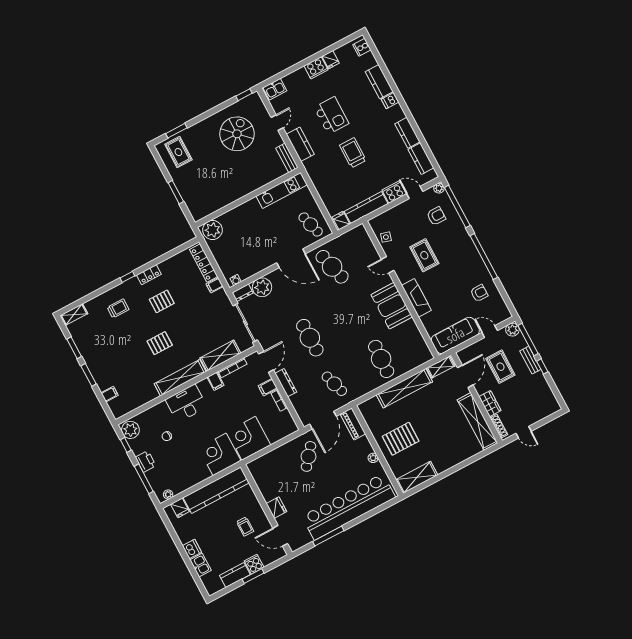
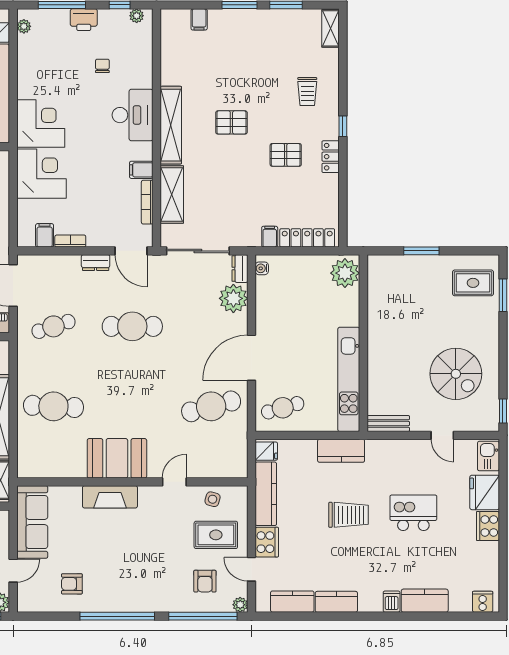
fridge: (331, 60) -> (485, 492), moved, width x1.88, depth x1.34
kitchen island: (331, 115) -> (413, 513), turned 180
kitchen counter: (300, 144) -> (341, 451), moved
kitchen unit: (282, 190) -> (349, 379), width x1.36
door: (415, 193) -> (252, 569), swing flipped
rug: (424, 255) -> (216, 535), moved
armchair: (479, 293) -> (72, 584), turned 90
pallet: (162, 301) -> (286, 155), turned 90
pallet: (160, 343) -> (231, 122), turned 90
dresser: (286, 383) -> (96, 263), width x0.70
filing cabinet: (268, 387) -> (45, 235), moved
plant: (130, 430) -> (137, 16), width x0.53, depth x0.53

